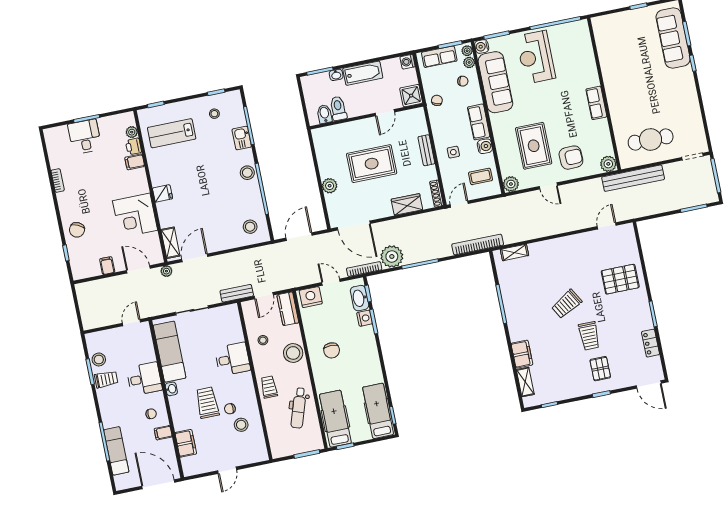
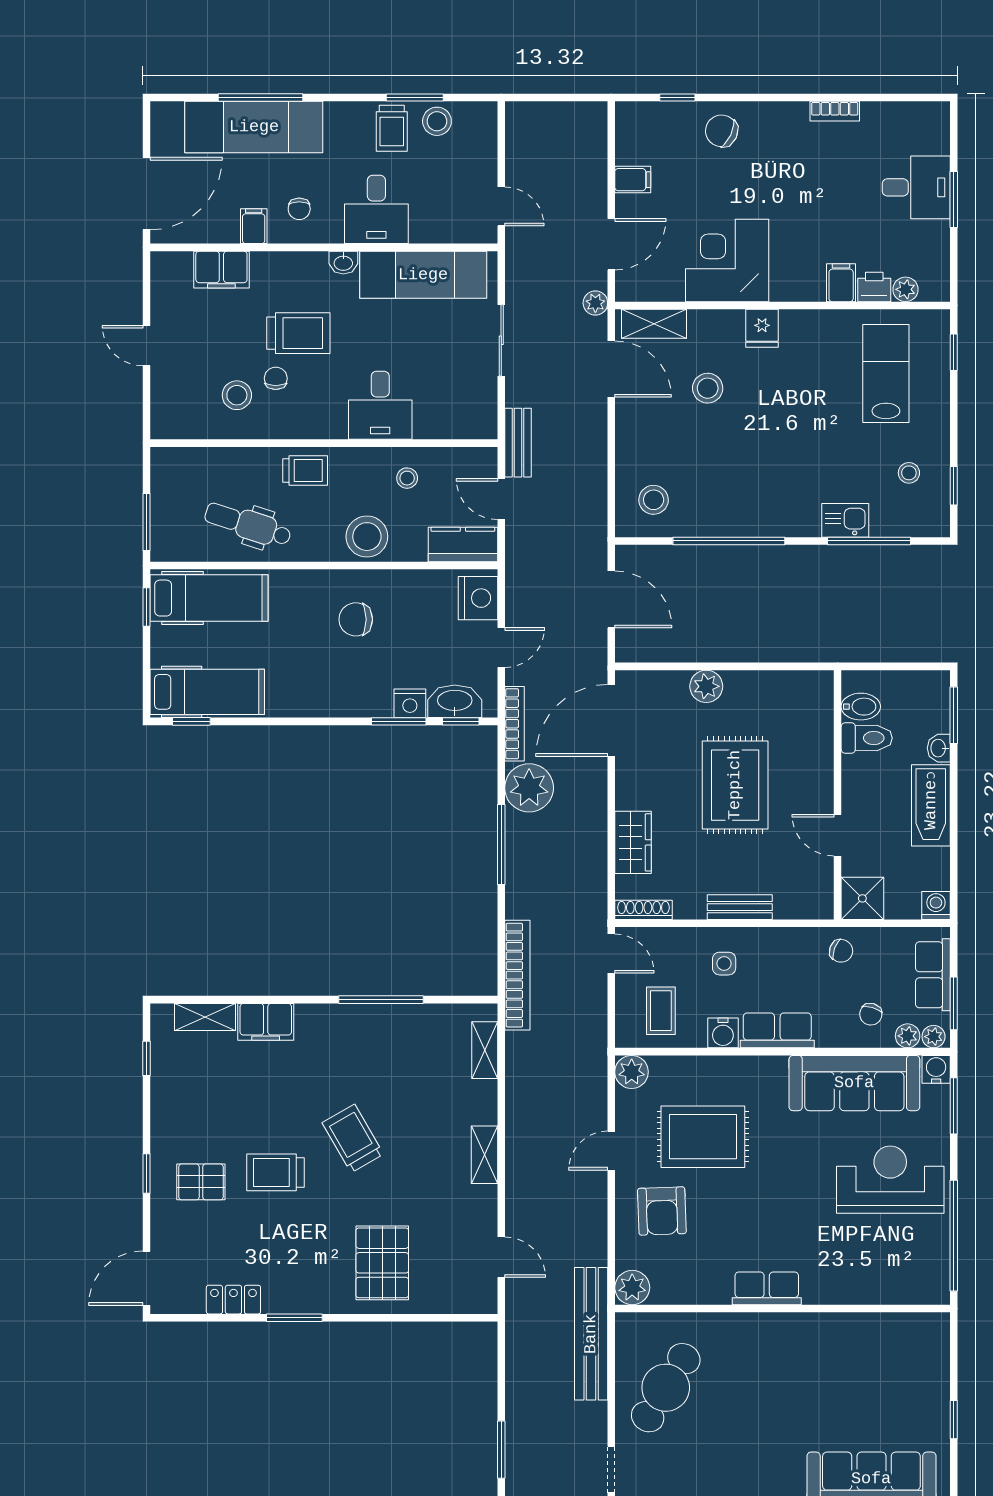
cafe table: (651, 139) -> (666, 1388), turned 32
stool: (247, 173) -> (708, 388), moved
shelving: (562, 243) -> (484, 1155), added
exam couch: (116, 451) -> (254, 127), width x1.36, depth x1.45

